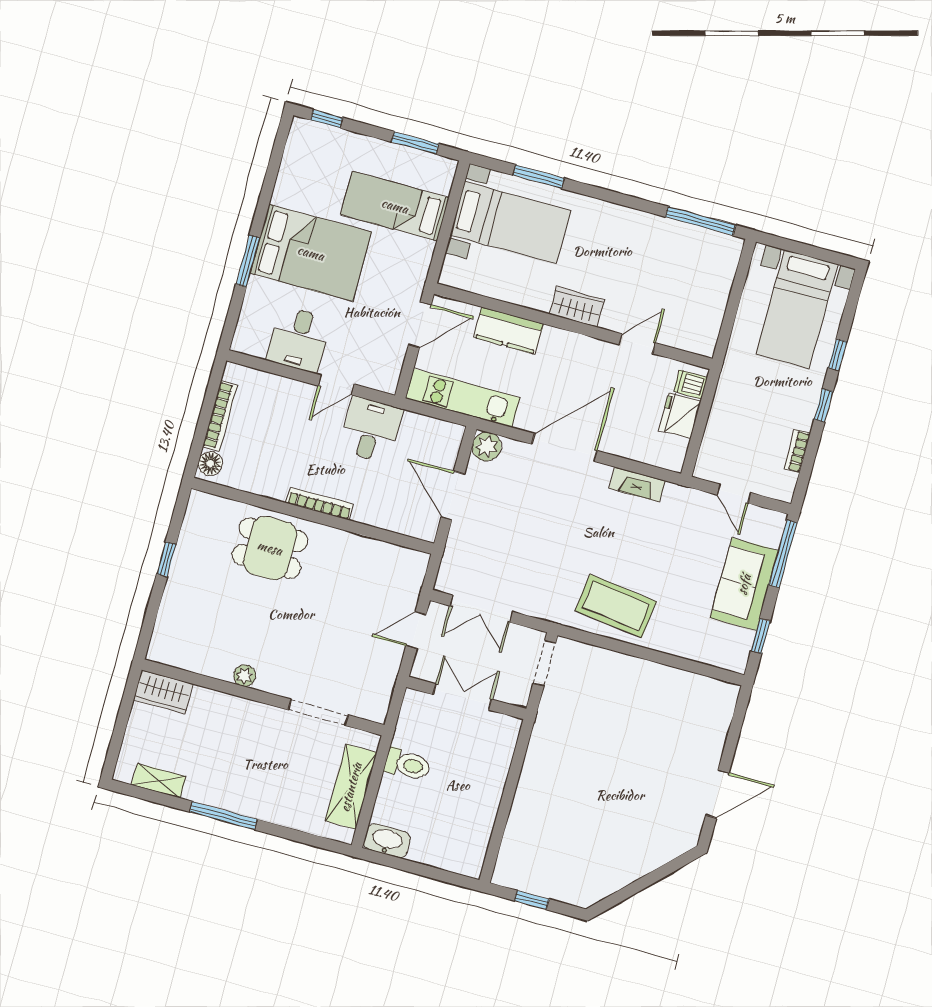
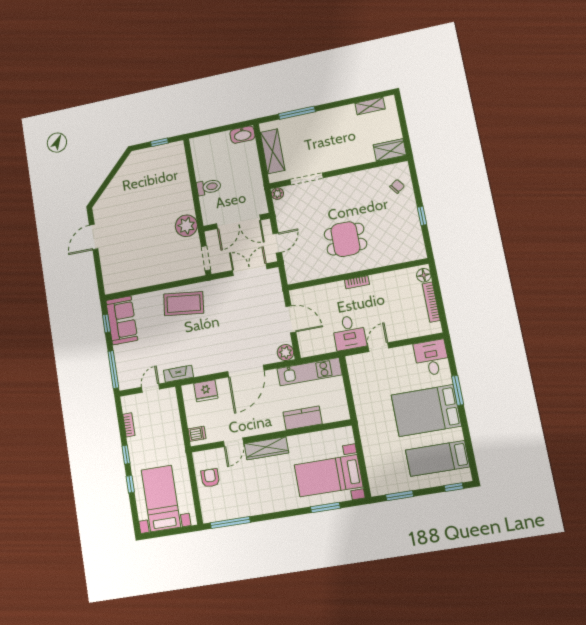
bed: (395, 206) -> (438, 458), moved, turned 180
armchair: (701, 305) -> (210, 478), added
wardrobe: (577, 307) -> (266, 448), width x1.50
door: (420, 325) -> (350, 399), removed
desk: (299, 339) -> (432, 358), moved
fridge: (680, 416) -> (206, 391), moved, turned 90
fireplace: (637, 484) -> (178, 374), moved
door: (734, 494) -> (151, 388), hinge flipped
bookcase: (320, 504) -> (357, 282), width x0.64
dining table: (270, 548) -> (345, 239), moved
sofa: (744, 584) -> (122, 320), moved
chair: (181, 626) -> (397, 186), added
plant: (245, 676) -> (277, 194), moved
double door: (462, 697) -> (238, 222), width x1.37
plant: (552, 734) -> (186, 226), added
toilet: (407, 764) -> (209, 187), moved, turned 180
window: (224, 816) -> (297, 113), moved

